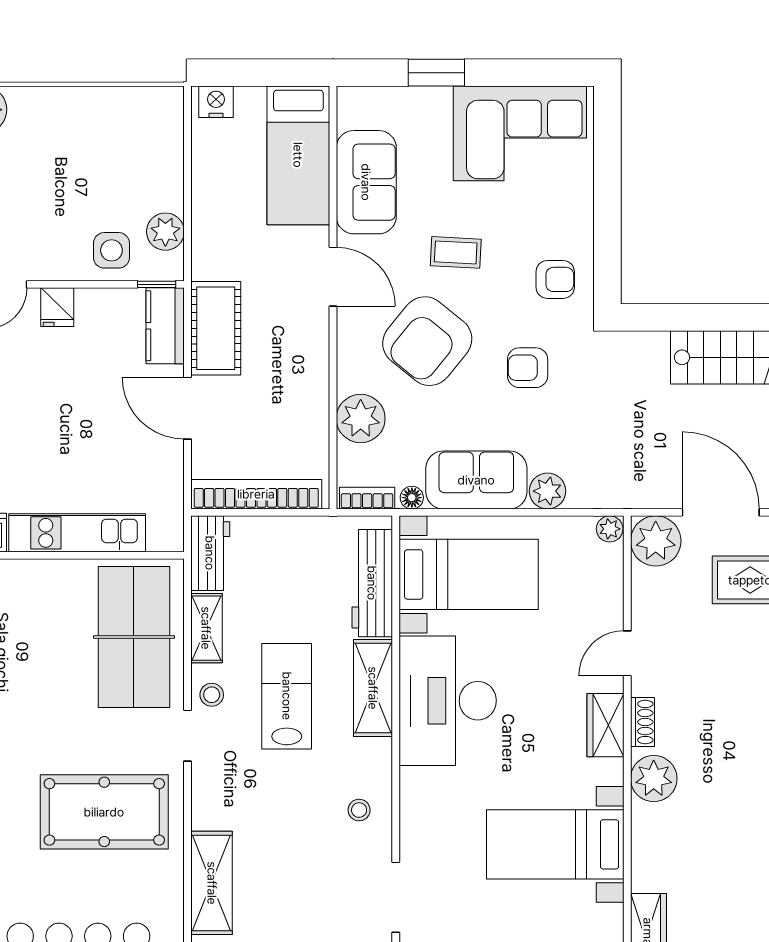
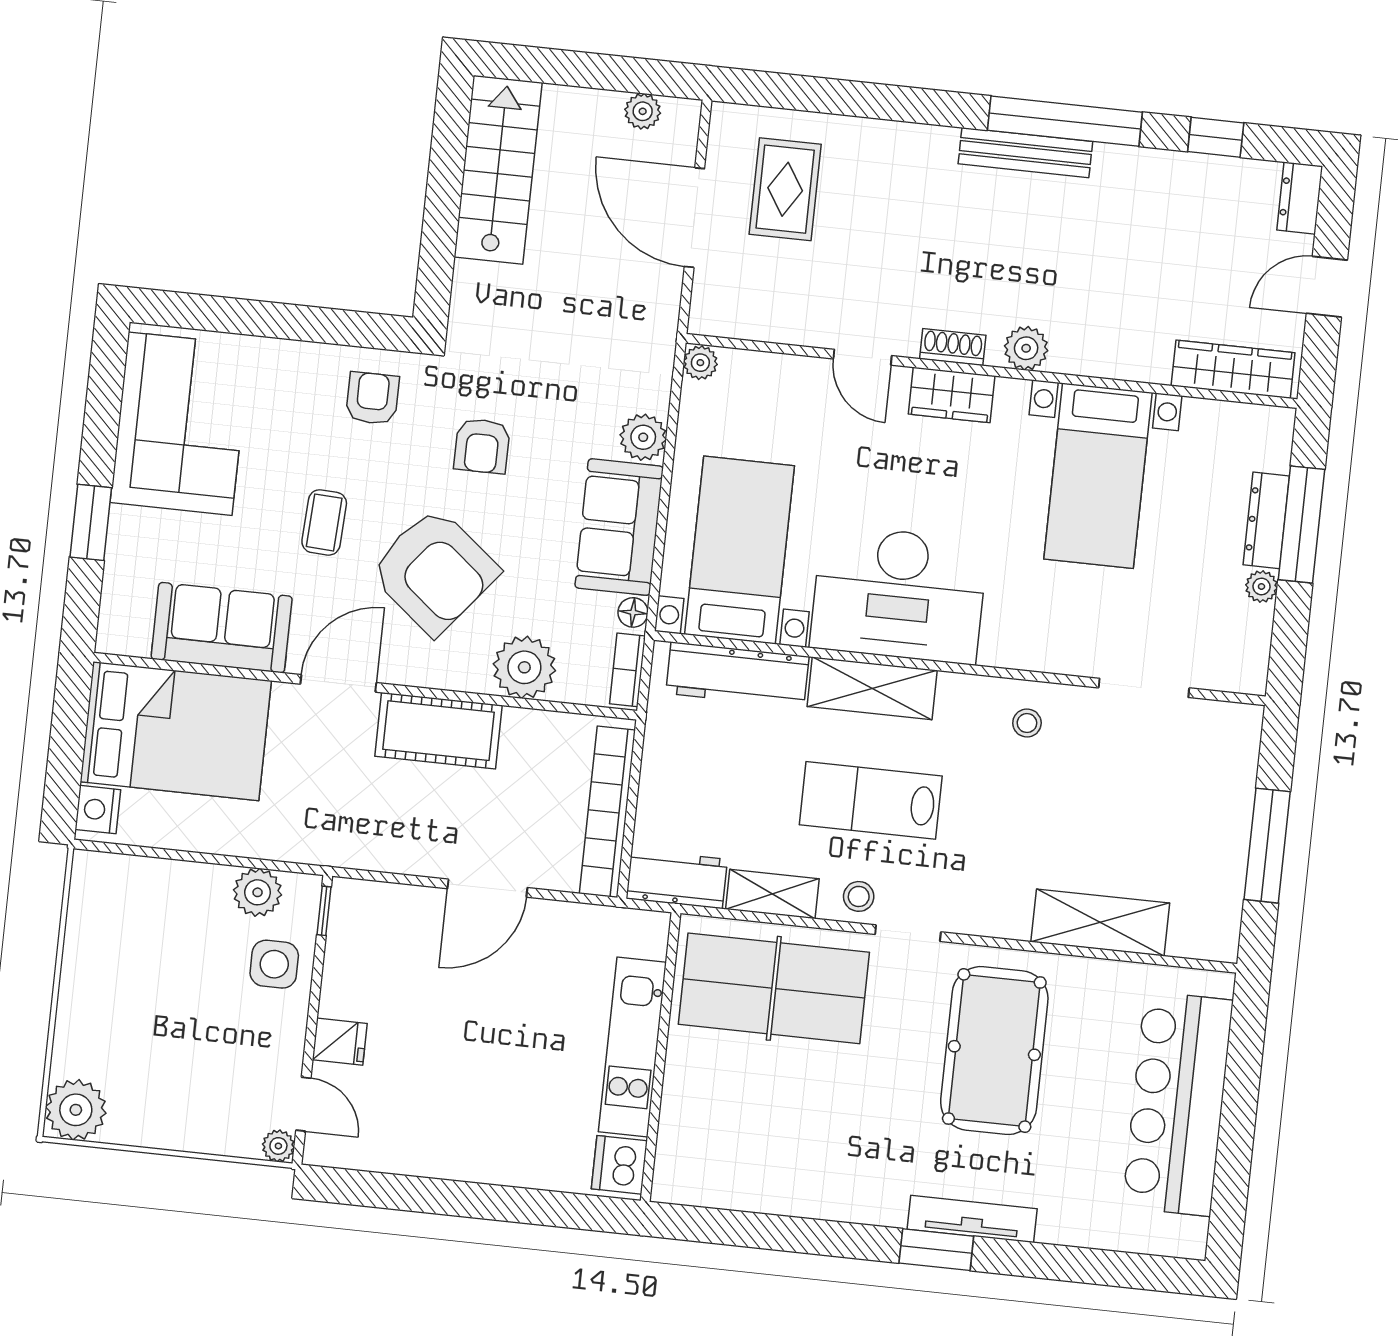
bed: (298, 155) -> (176, 731), width x1.50
kitchen counter: (165, 326) -> (378, 906), removed
cot: (216, 328) -> (438, 731), moved
door: (721, 512) -> (694, 218), hinge flipped
plant: (656, 541) -> (722, 305), removed
plant: (654, 779) -> (1026, 348), width x0.73, depth x0.73

